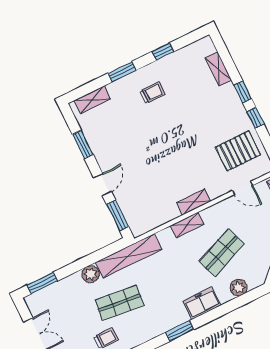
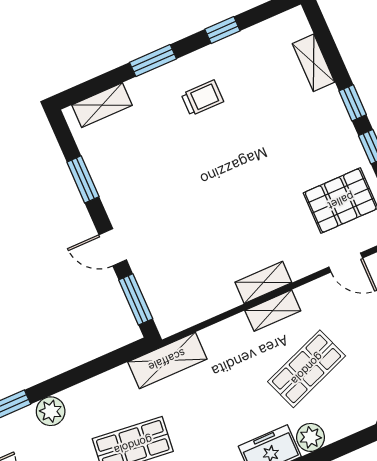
door: (102, 185) -> (113, 247), swing flipped
shelving: (187, 225) -> (273, 311), moved
shelving: (129, 256) -> (167, 360), width x0.68
plant: (91, 274) -> (51, 411), moved
plant: (239, 288) -> (311, 437), moved

